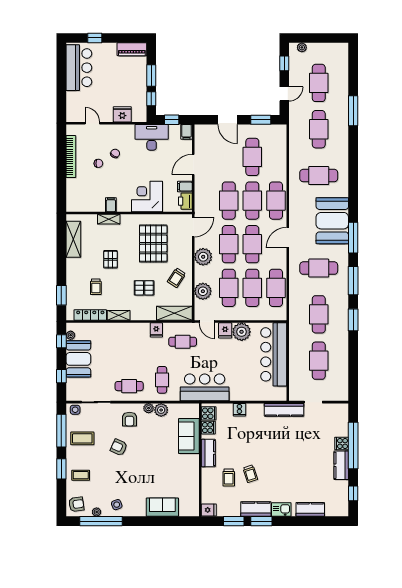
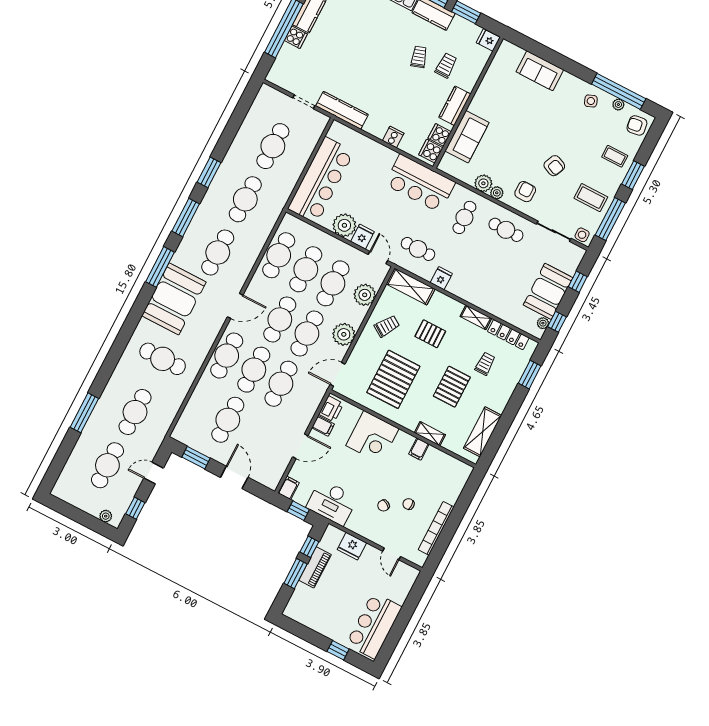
piano: (132, 49) -> (315, 567), moved, turned 90
pallet: (110, 259) -> (452, 387), width x1.50, depth x1.42
cafe table: (319, 268) -> (218, 252), turned 90

